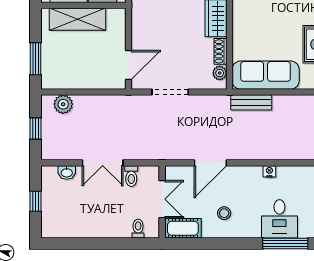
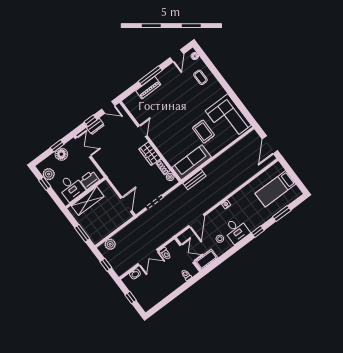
desk: (279, 219) -> (236, 230), moved
window: (285, 243) -> (258, 232), width x0.46

